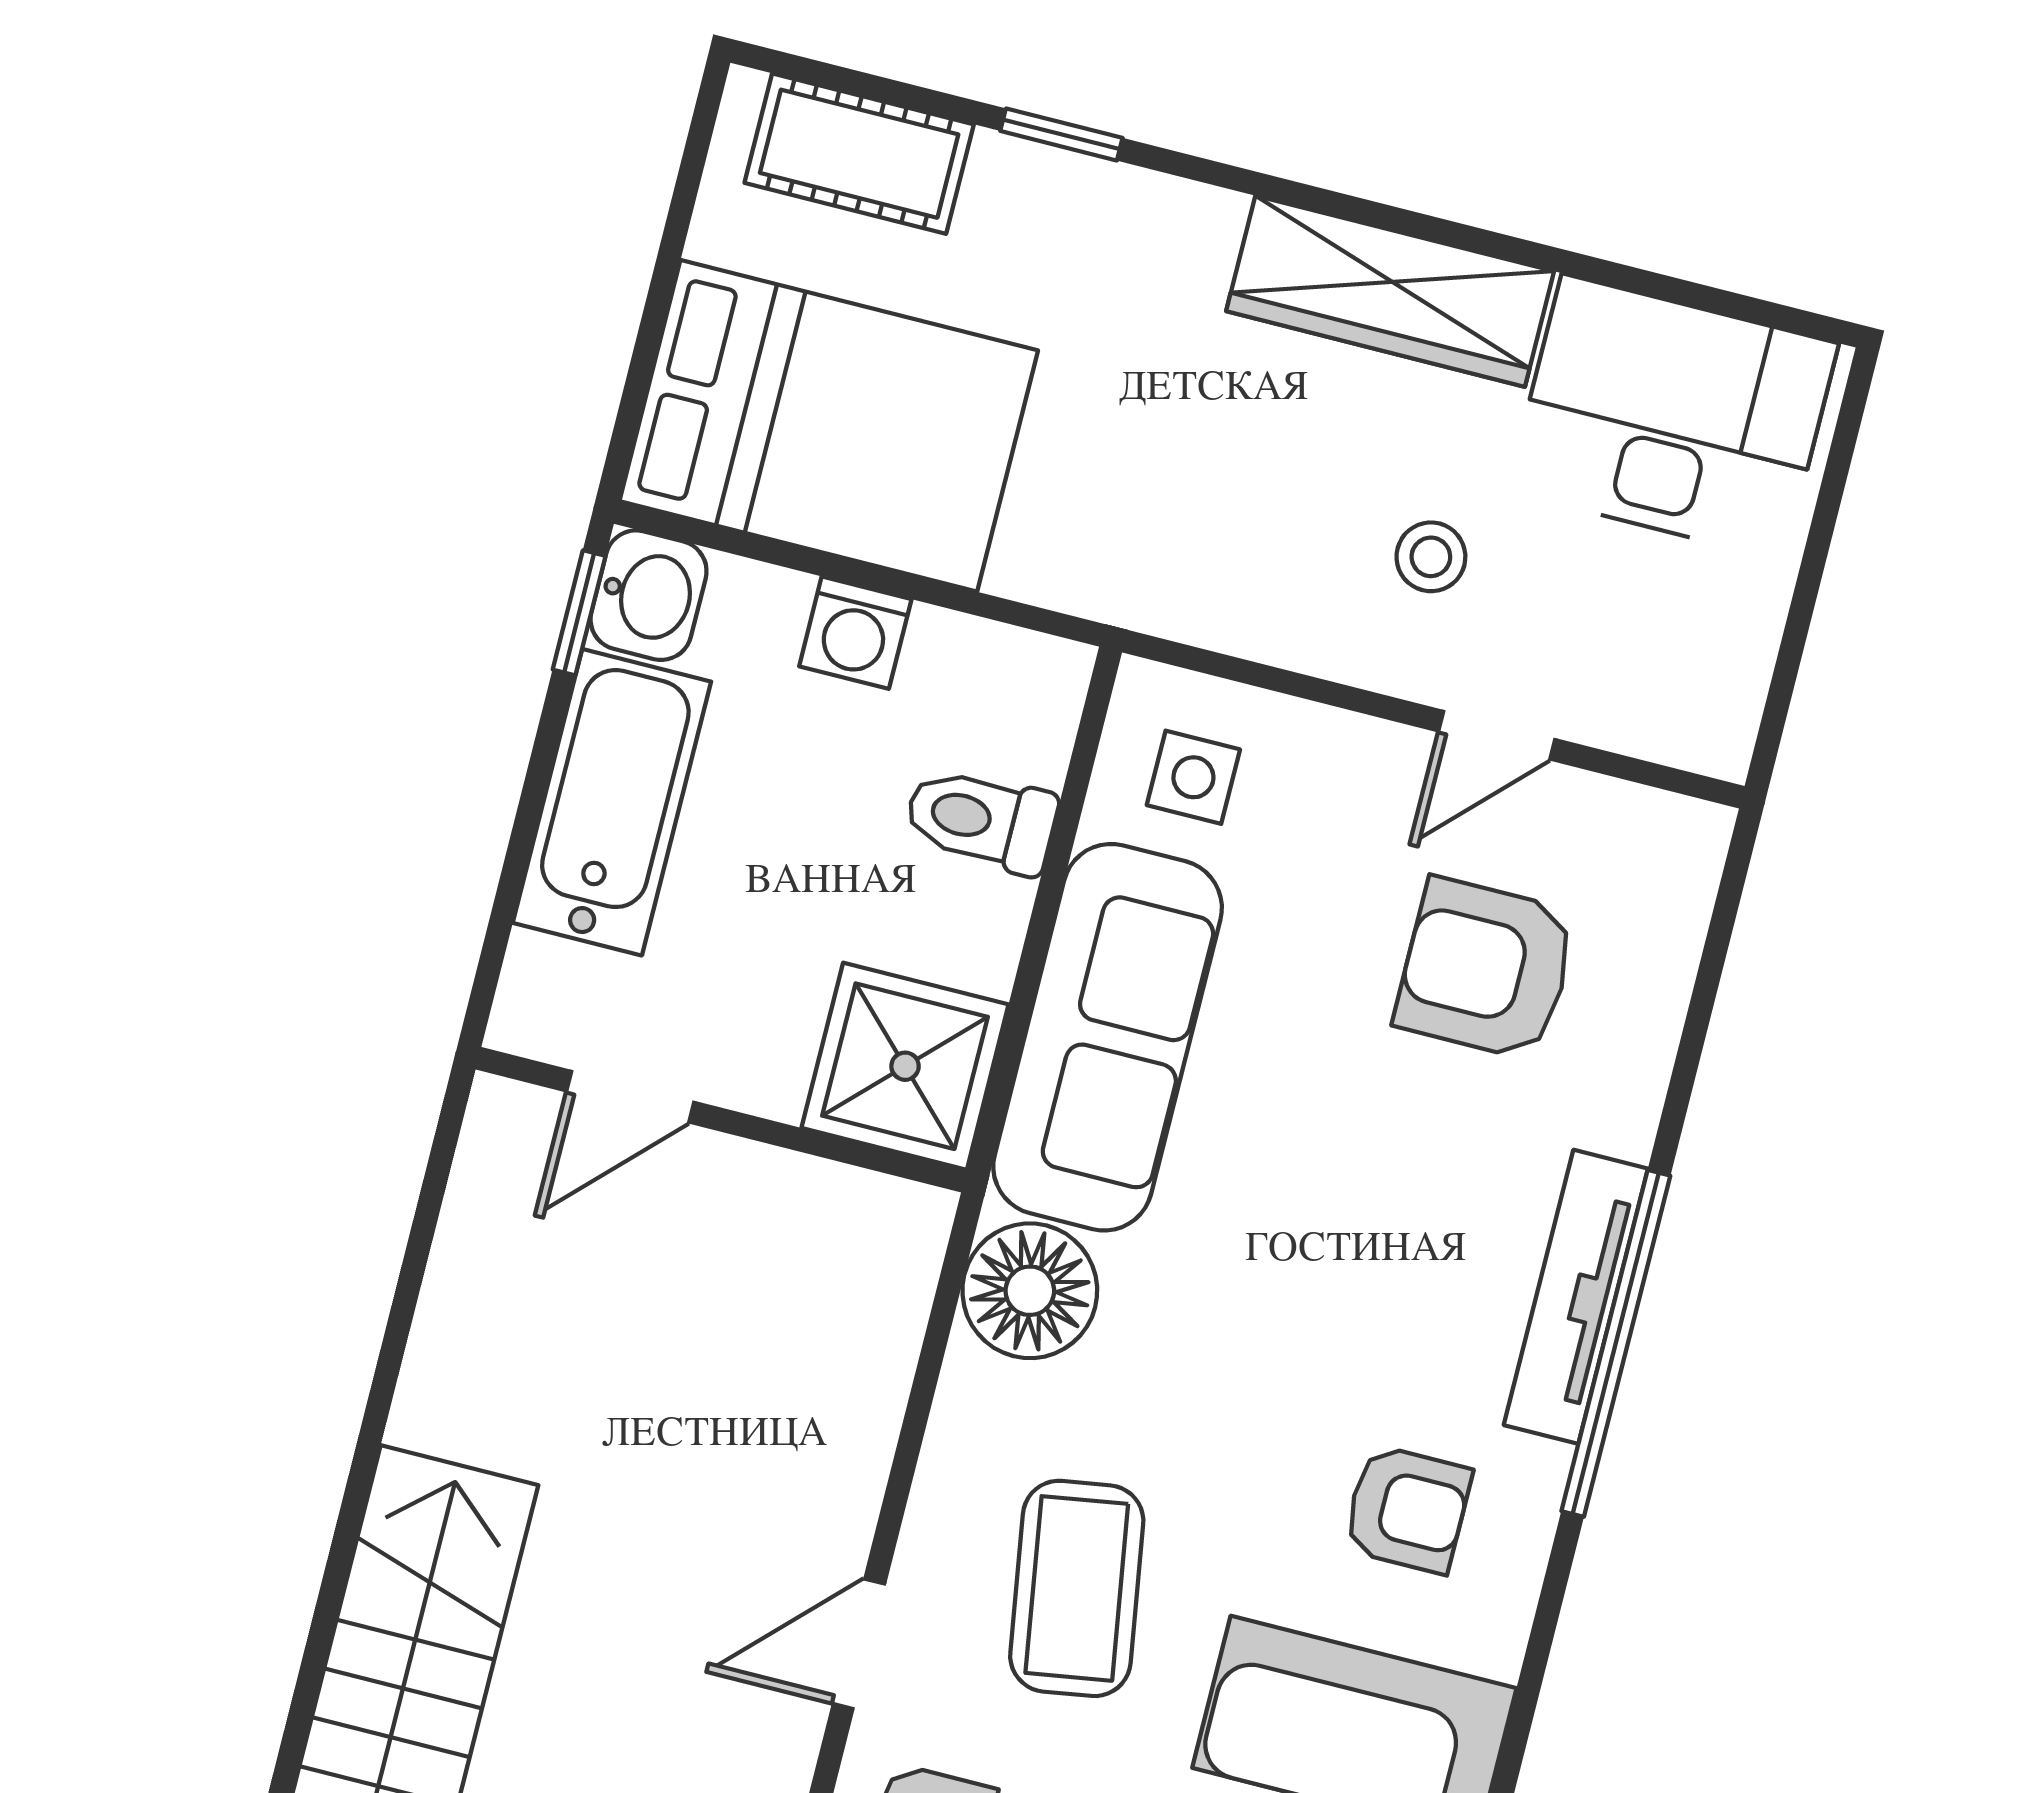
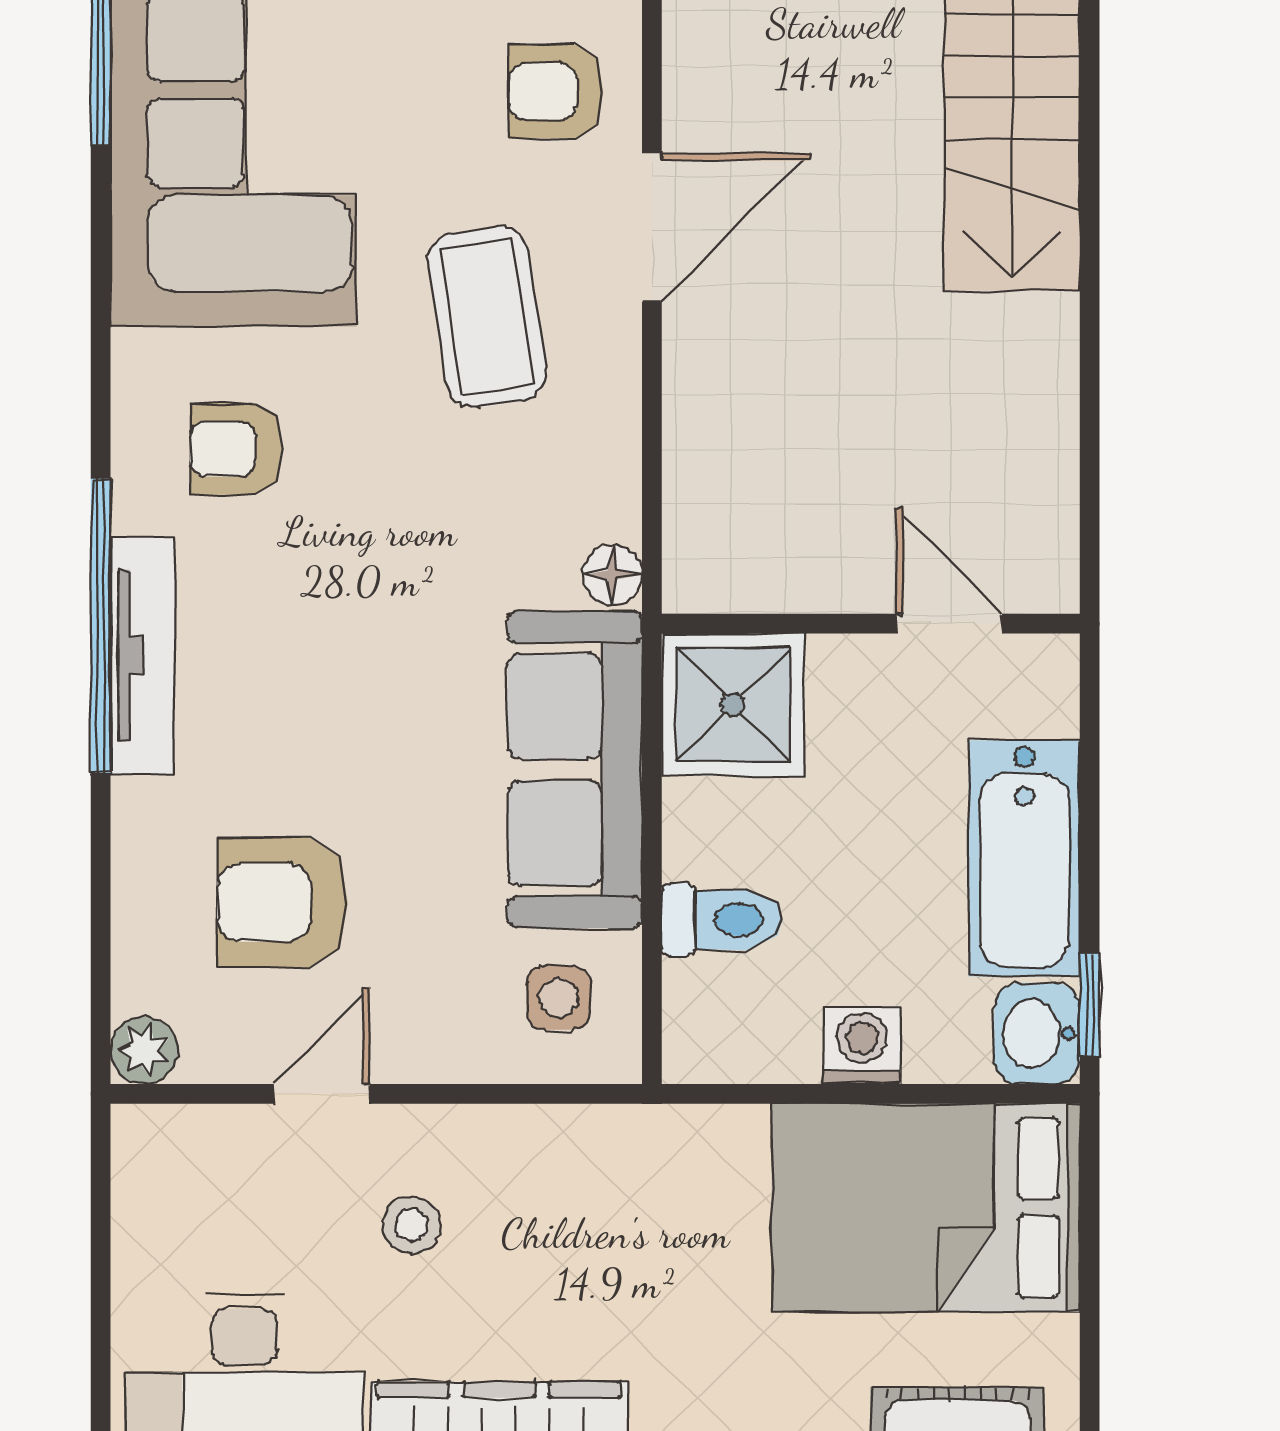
plant: (1690, 838) -> (144, 1050), added
armchair: (1486, 969) -> (283, 902), turned 180
door: (630, 1097) -> (949, 624), hinge flipped
floor lamp: (1030, 1291) -> (612, 575), width x0.53, depth x0.53
door: (859, 1644) -> (652, 228), width x1.38

